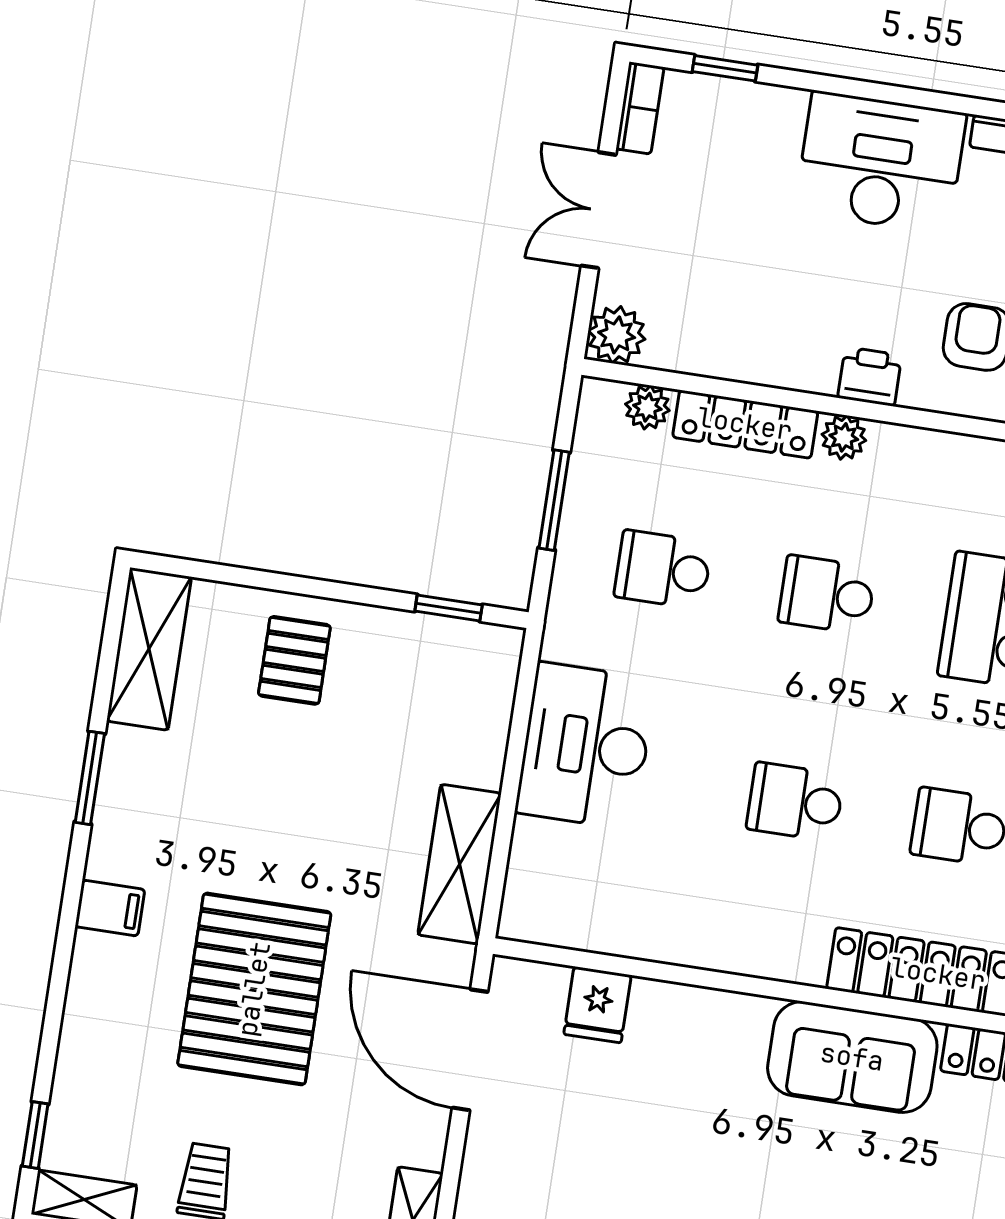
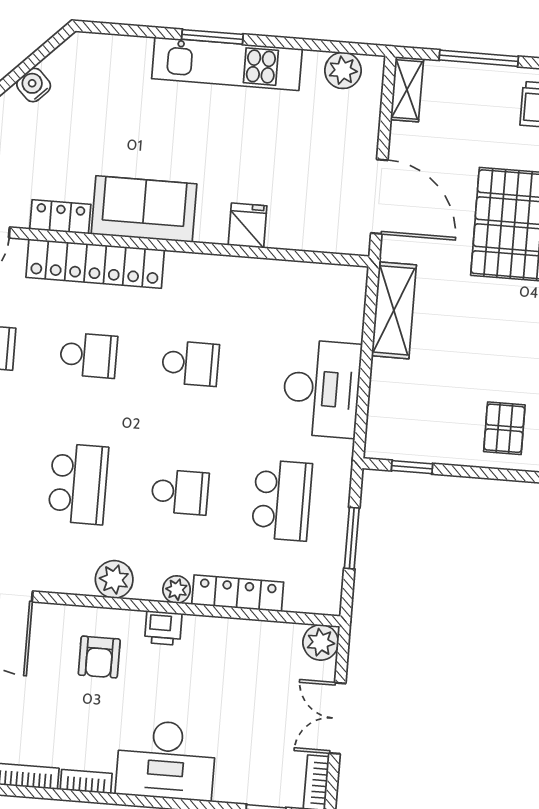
double door: (598, 210) -> (337, 718), swing flipped
plant: (647, 407) -> (114, 579), moved, width x1.38, depth x1.38
school desk: (663, 570) -> (282, 500), width x1.85
fridge: (597, 1005) -> (247, 226), moved

